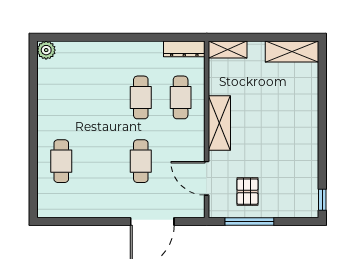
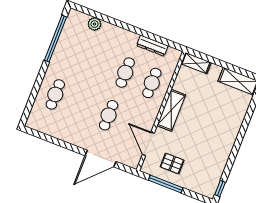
dresser: (184, 49) -> (152, 46), moved
plant: (46, 50) -> (95, 24), moved
window: (33, 89) -> (55, 39), added
pallet: (247, 192) -> (172, 163), turned 90

